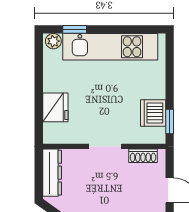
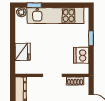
window: (170, 122) -> (91, 38), moved

